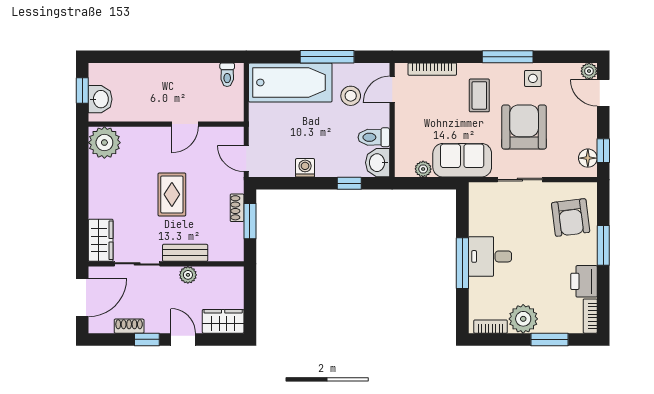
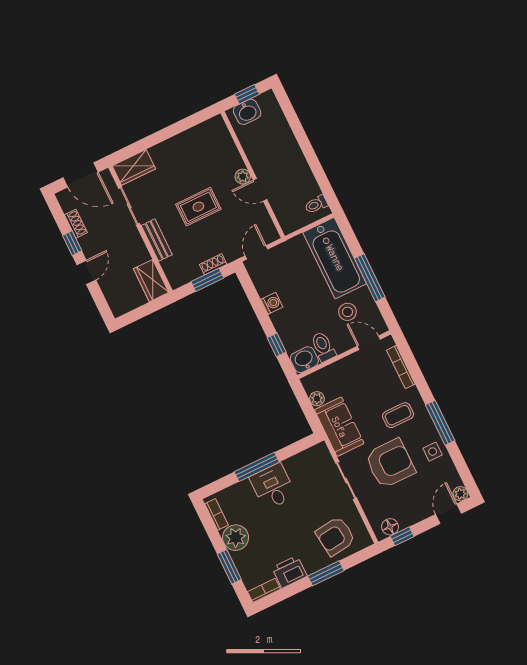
plant: (104, 143) -> (243, 177), moved, width x0.53, depth x0.53
plant: (188, 275) -> (140, 251), removed
wardrobe: (223, 321) -> (151, 281), moved, turned 180

